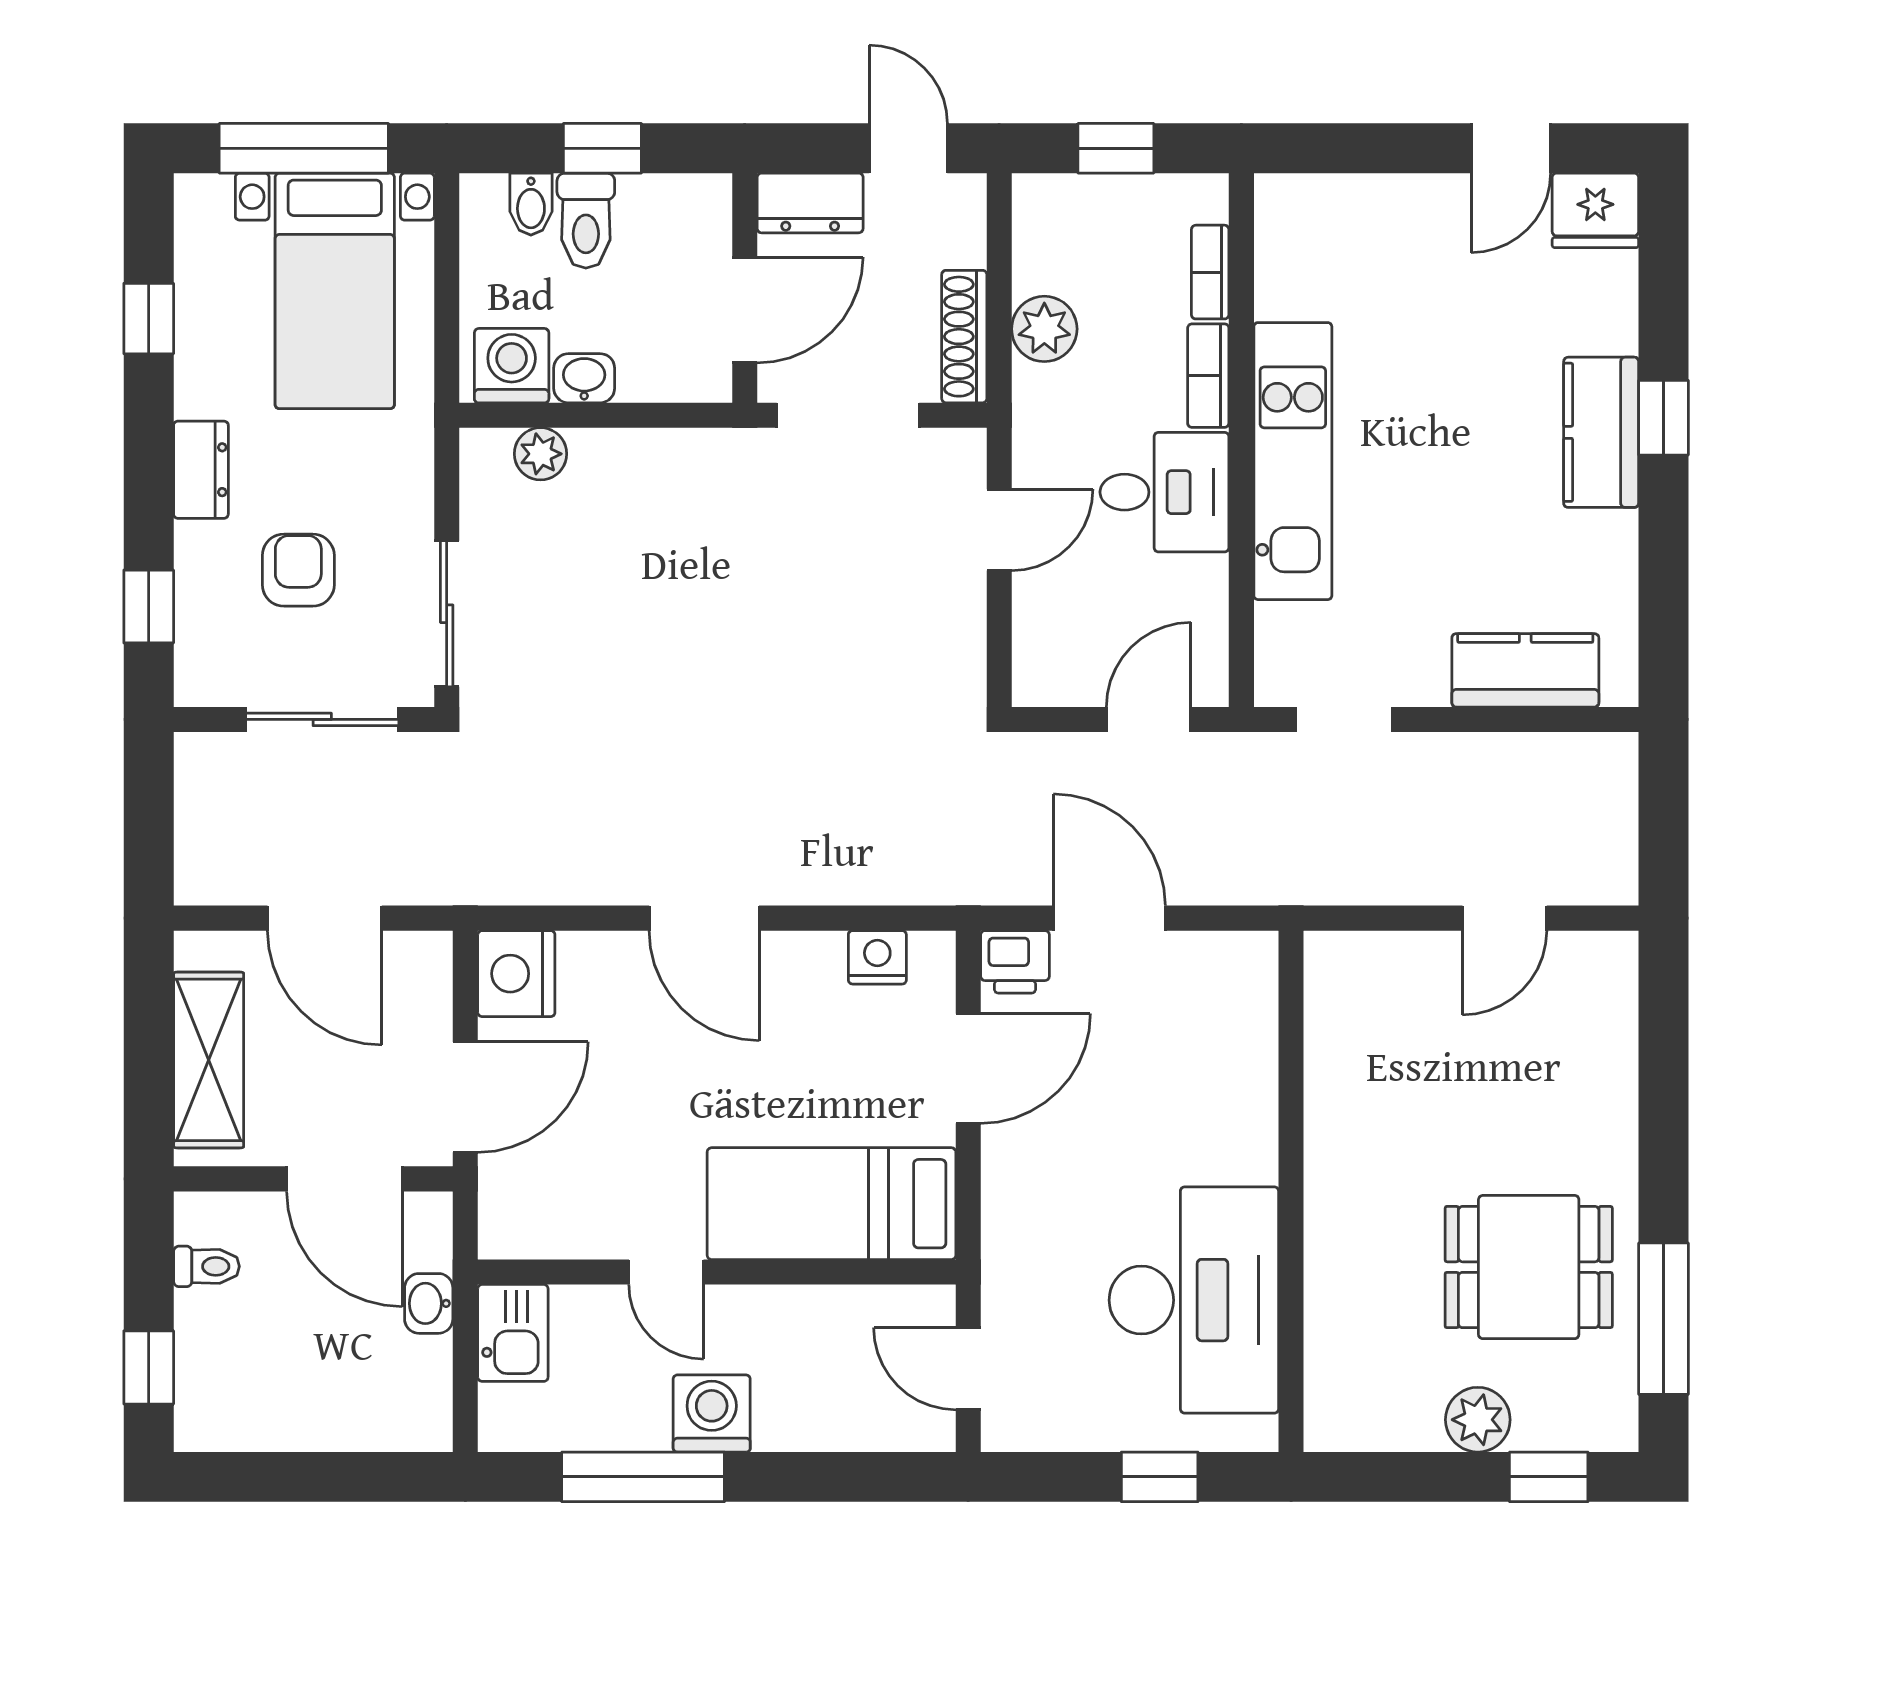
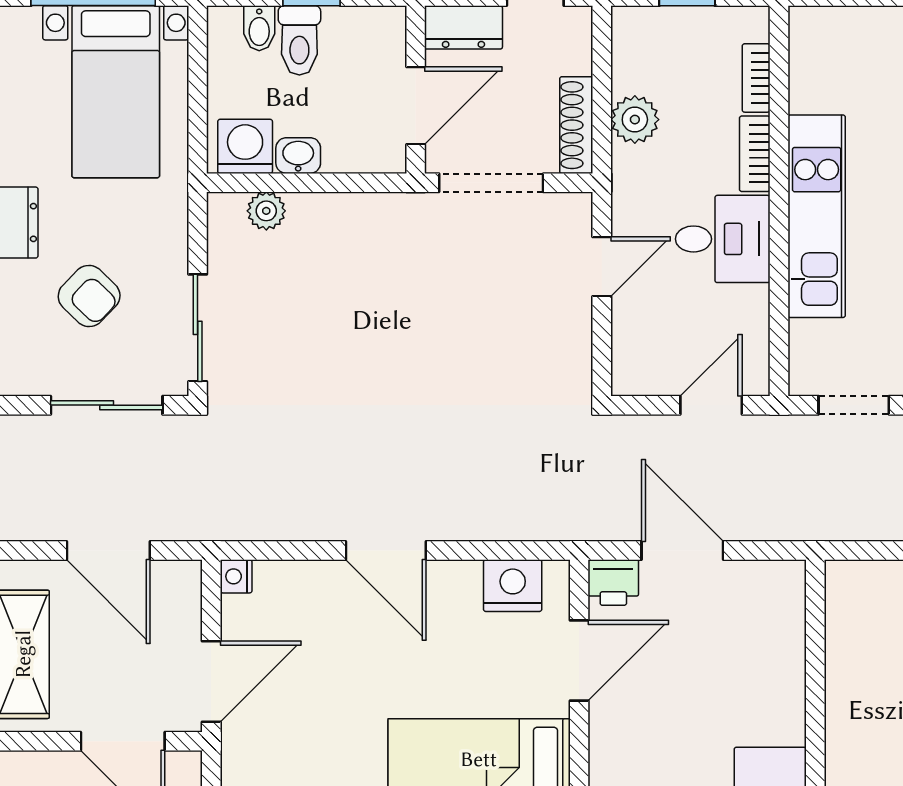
armchair: (298, 570) -> (89, 296), turned 134
nightstand: (877, 957) -> (513, 586), width x1.36, depth x1.33
nightstand: (516, 974) -> (236, 576), width x0.53, depth x0.56

